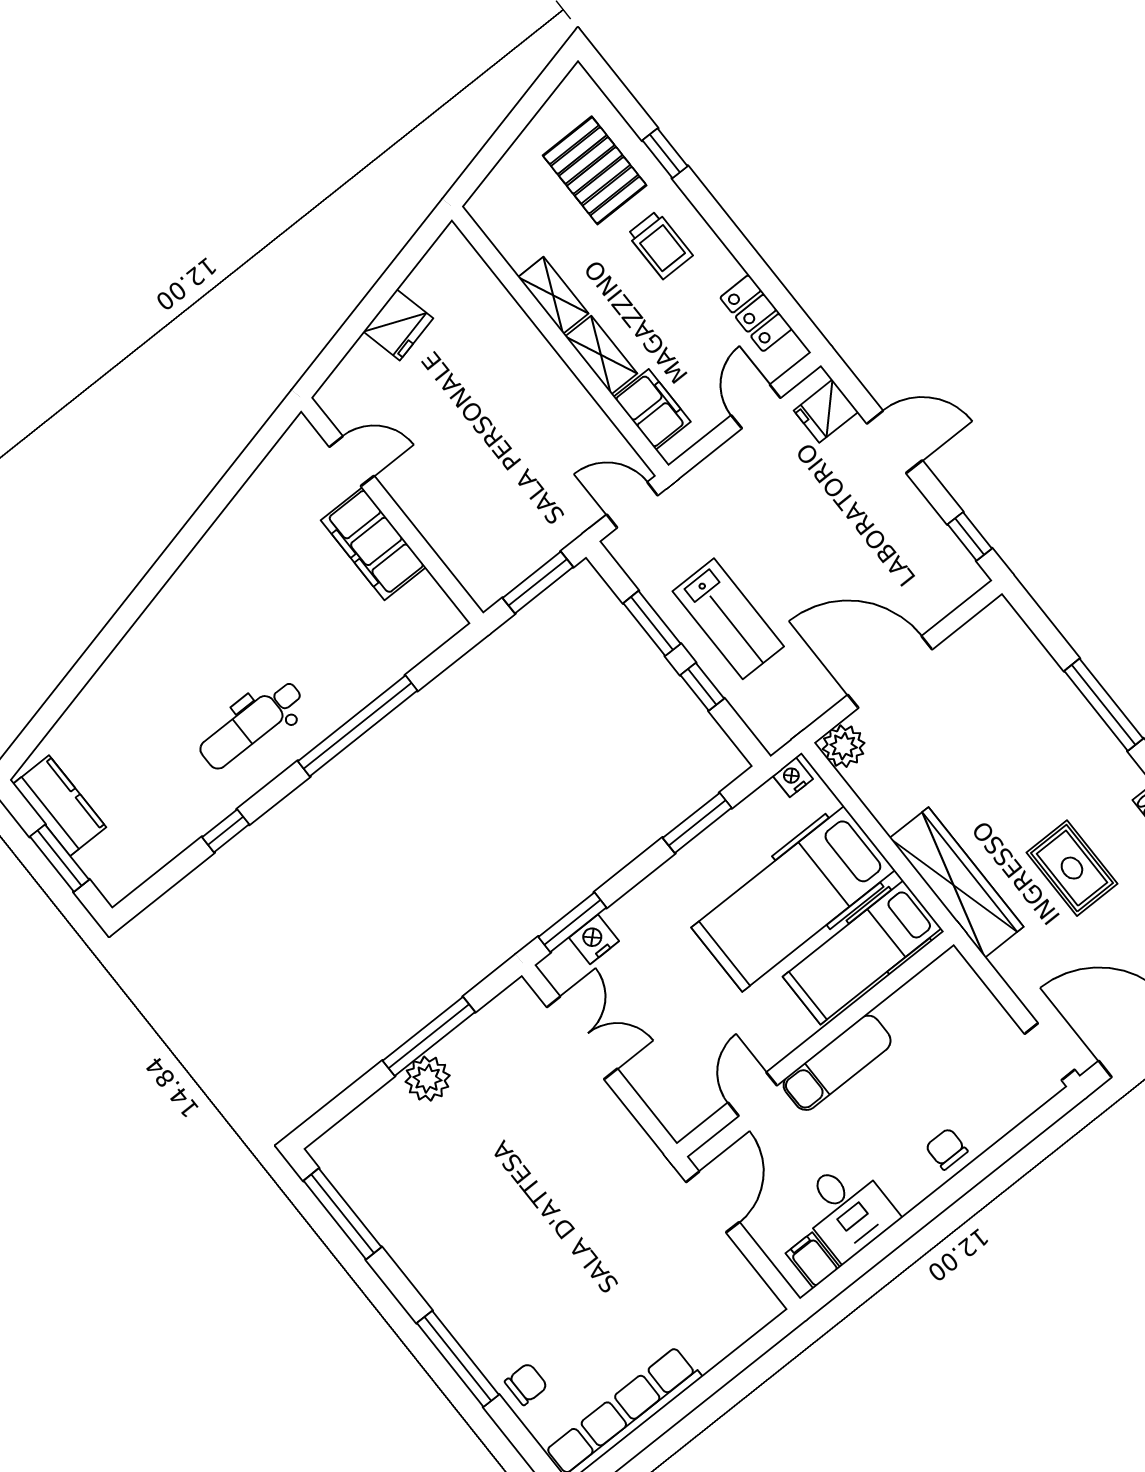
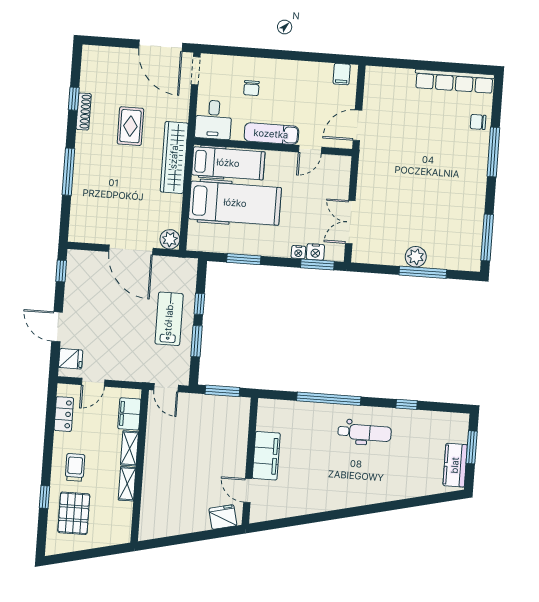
fridge: (398, 325) -> (223, 517), moved
nightstand: (793, 777) -> (298, 252), moved
window: (429, 1036) -> (423, 272), moved
chair: (947, 1149) -> (251, 88), moved
desk: (847, 1209) -> (213, 120), moved, turned 180

